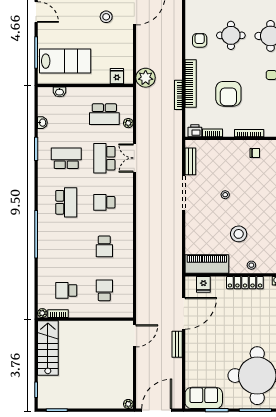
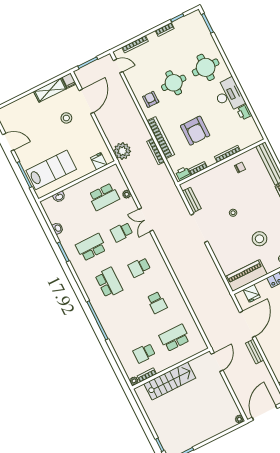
school desk: (104, 158) -> (122, 232), width x0.54
school desk: (104, 290) -> (175, 338), width x1.85
stairs: (48, 348) -> (170, 381), moved, turned 90

